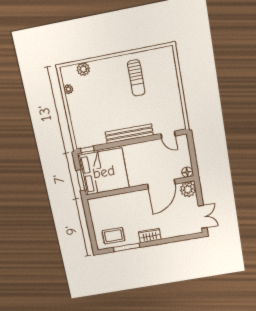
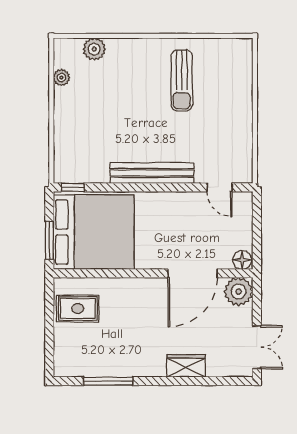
rug: (113, 236) -> (78, 309), moved
wardrobe: (150, 236) -> (186, 366), moved

